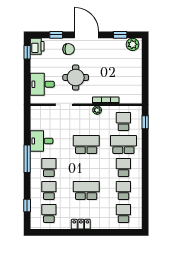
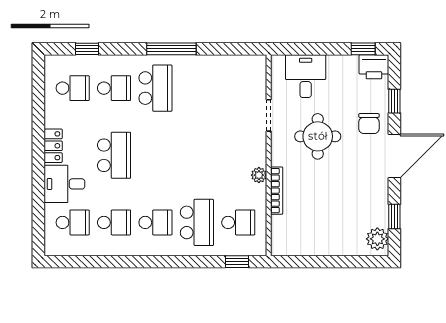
desk: (42, 141) -> (64, 184), moved, turned -90
school desk: (86, 145) -> (197, 155), removed
school desk: (49, 168) -> (155, 88), width x1.85

